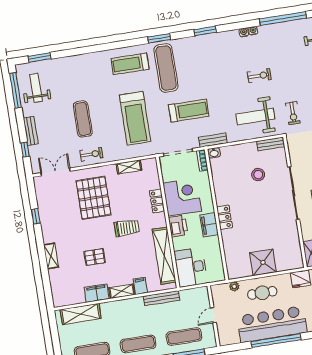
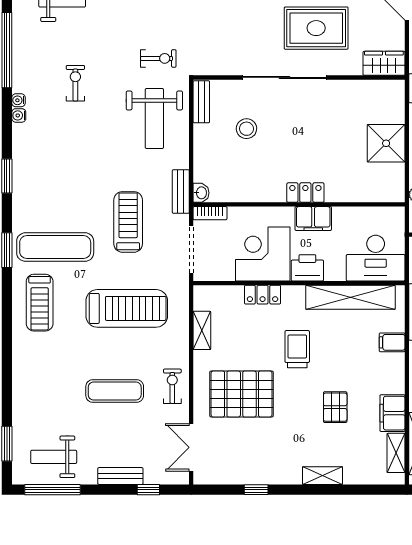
exercise bike: (259, 76) -> (75, 83), moved
shelving: (122, 291) -> (396, 453), moved

